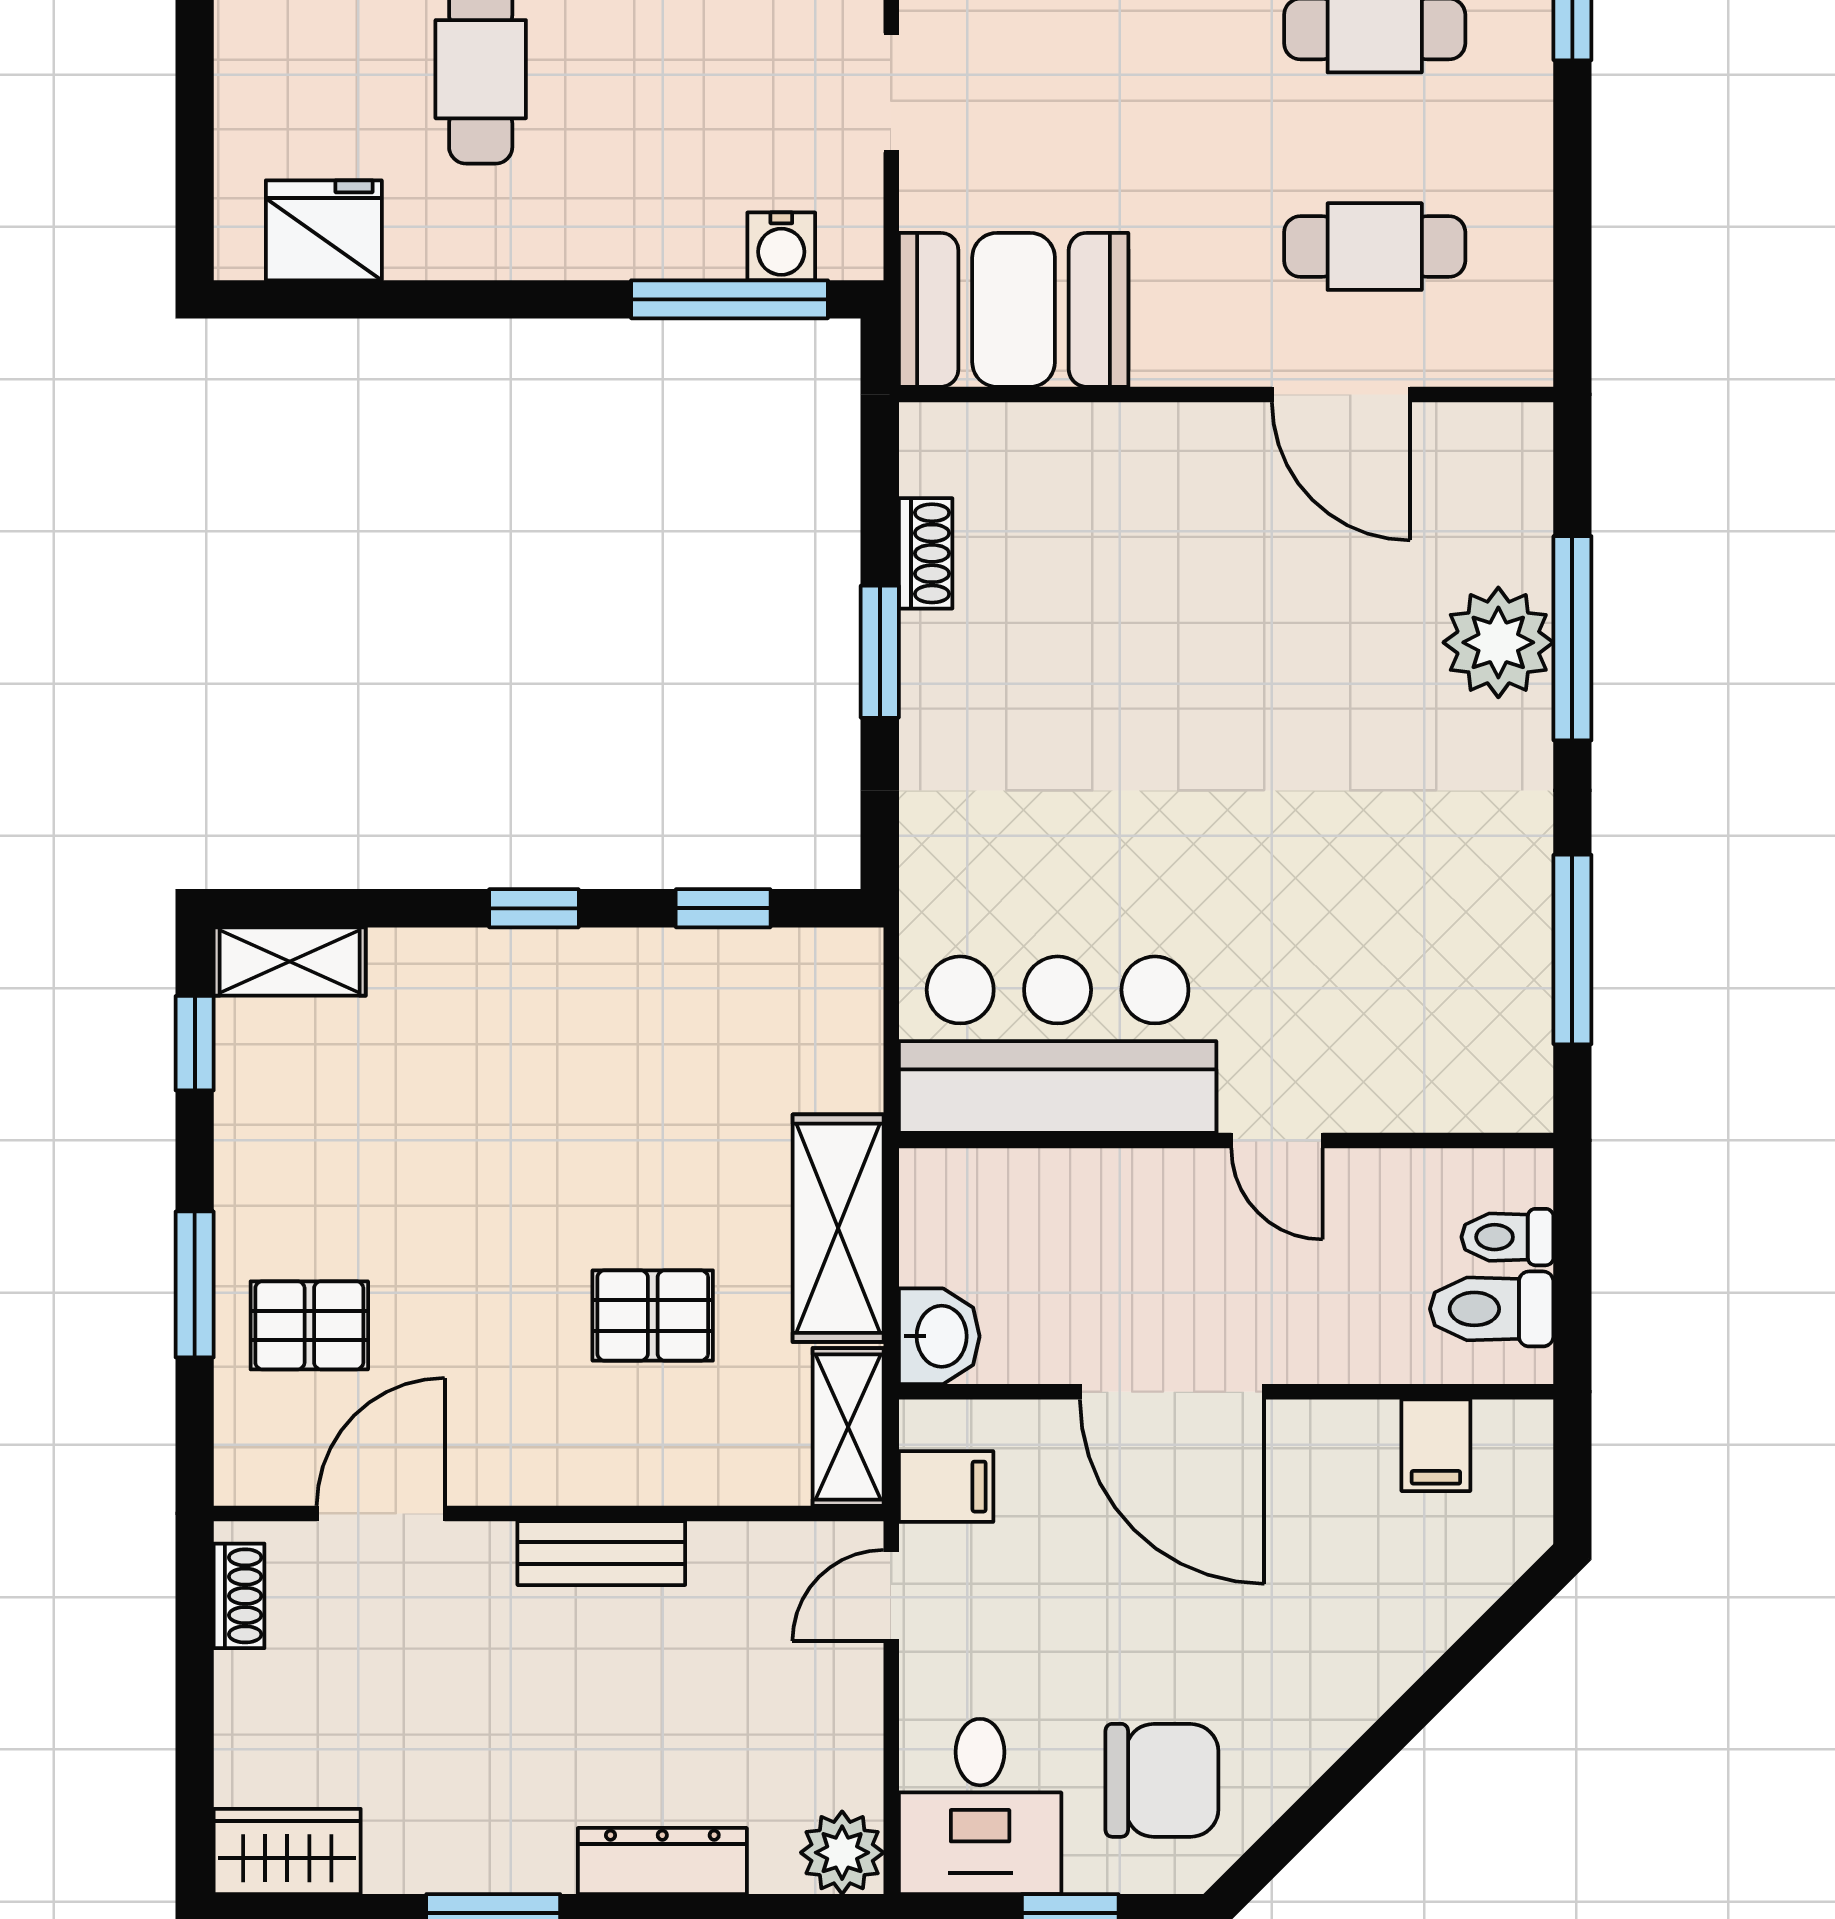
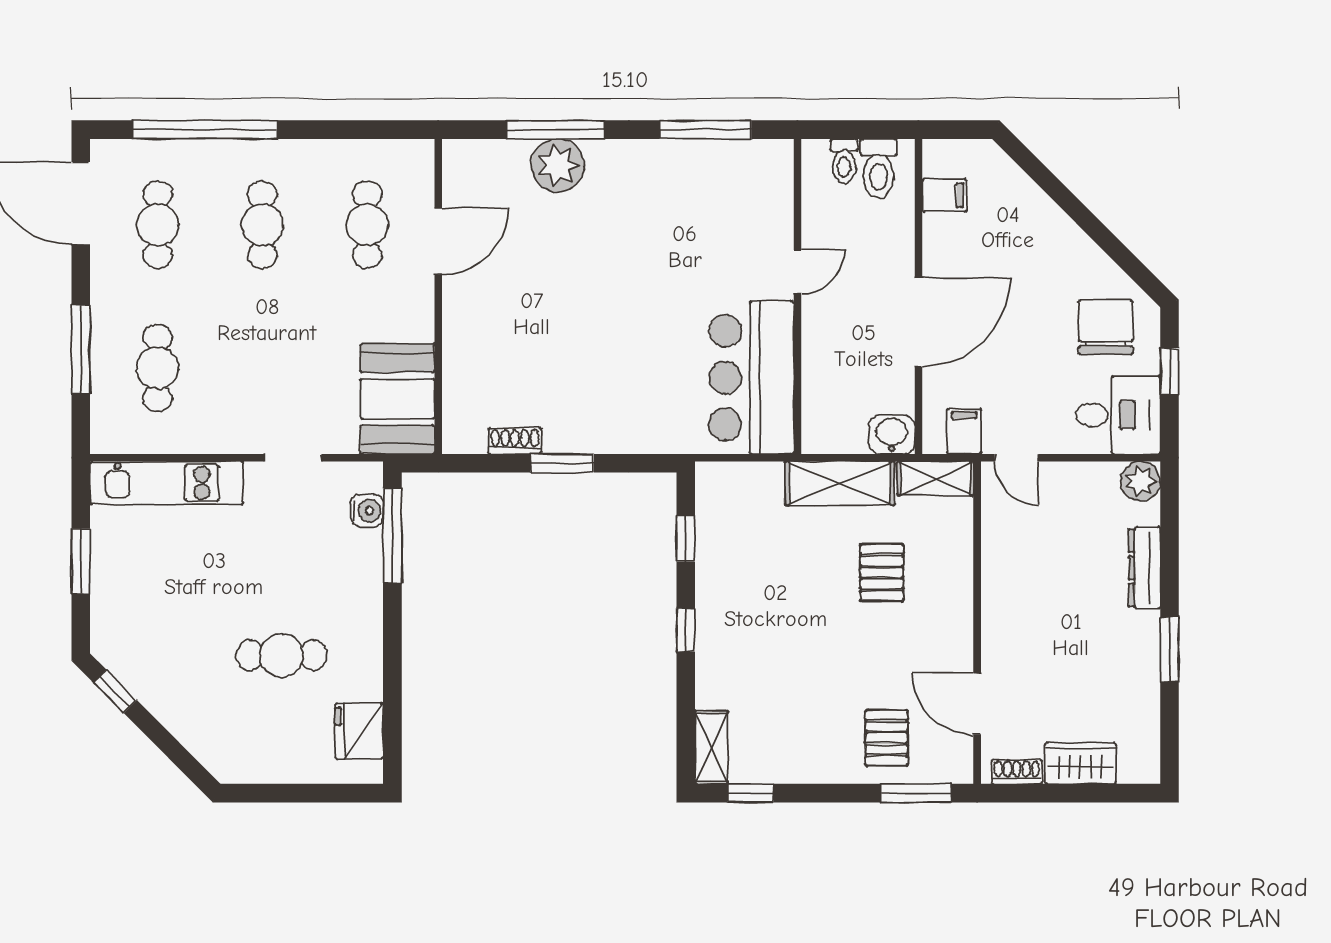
window: (195, 1284) -> (916, 793), moved
bench: (601, 1553) -> (996, 597), removed
wardrobe: (287, 1851) -> (1080, 763), moved, turned 90

